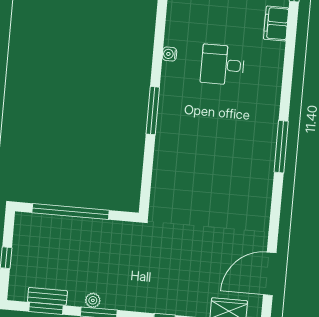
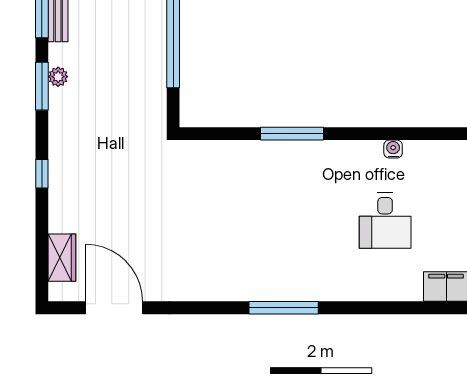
desk: (223, 65) -> (385, 221), turned 180
window: (153, 111) -> (292, 134), moved

